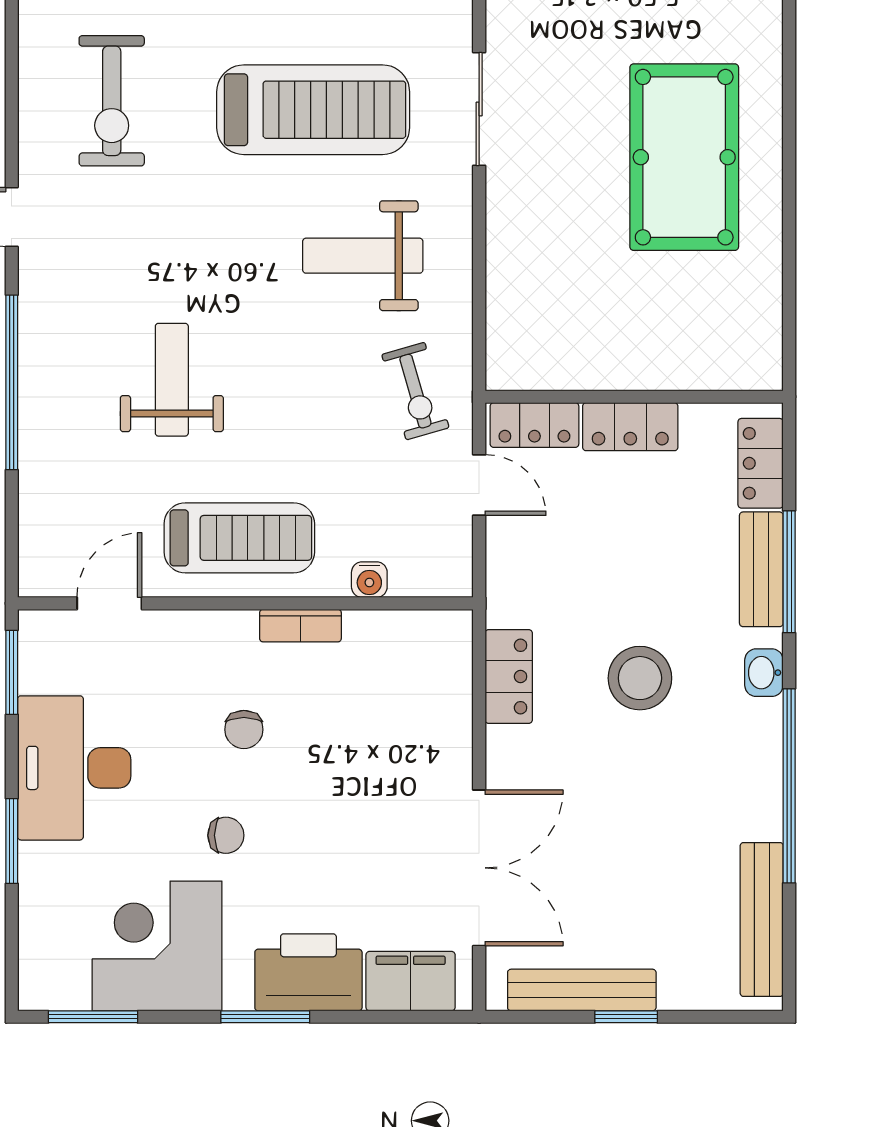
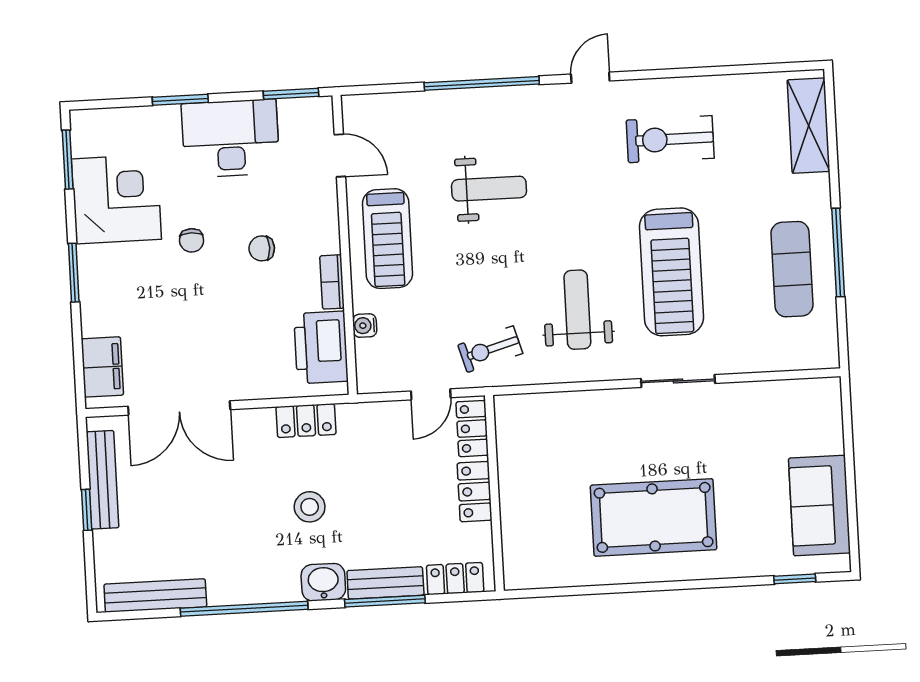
washbasin: (764, 673) -> (323, 582), width x1.38, depth x1.45
stool: (640, 678) -> (310, 507), width x0.73, depth x0.73
printer: (308, 972) -> (321, 347), moved, turned 180

